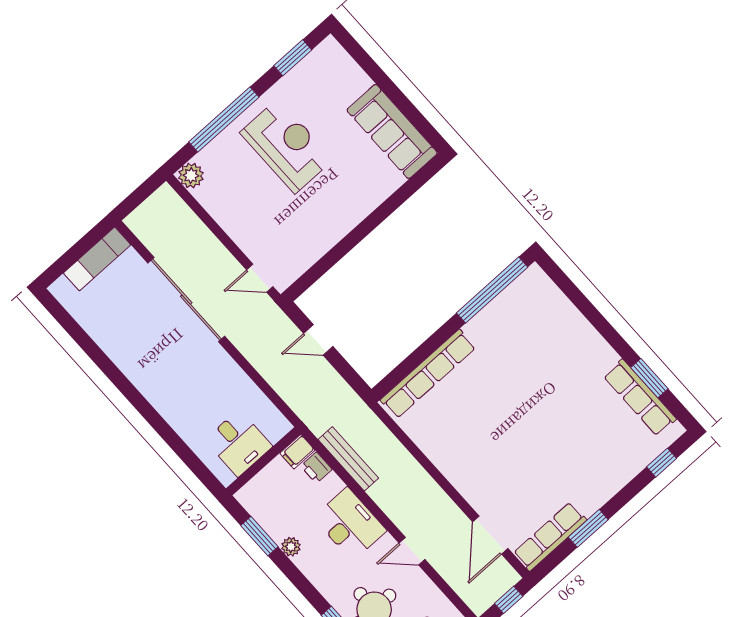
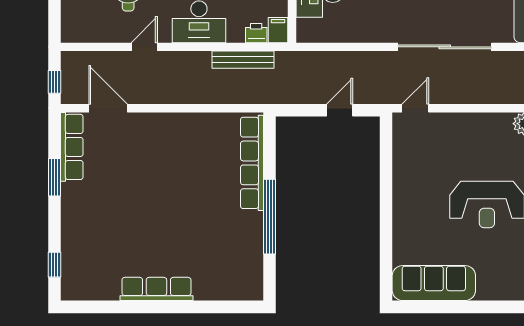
window: (492, 290) -> (269, 217), moved
window: (649, 378) -> (118, 307), removed
row of seats: (640, 398) -> (156, 289), moved

